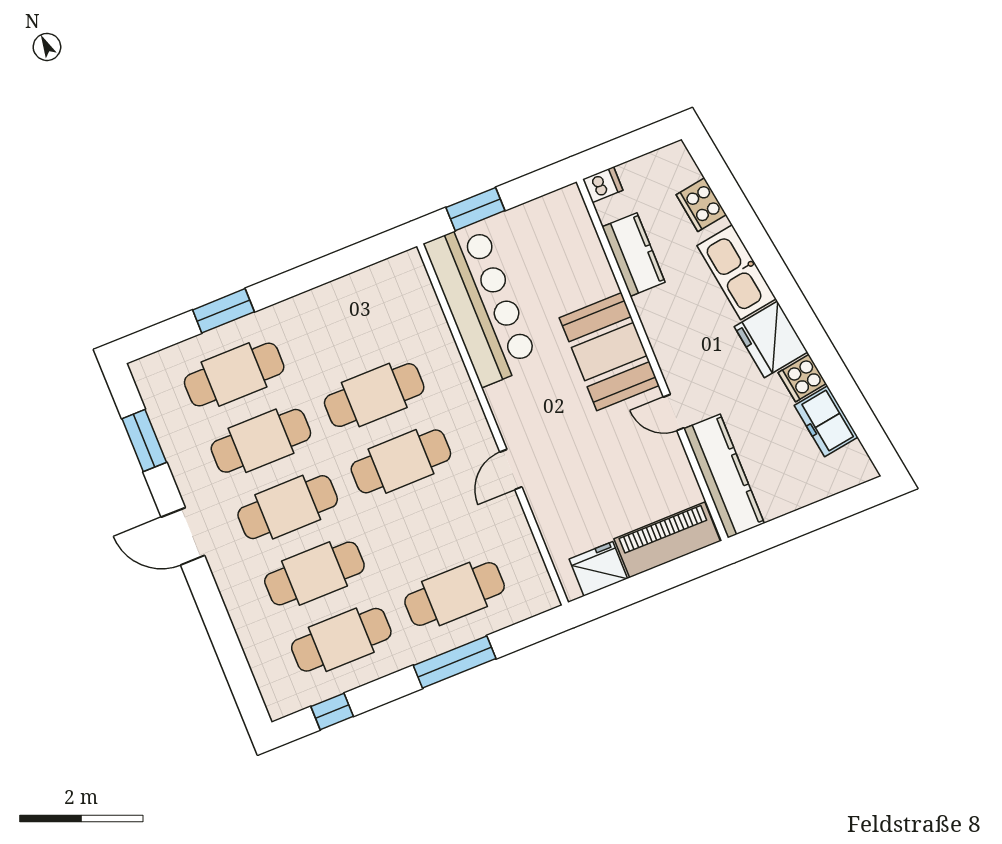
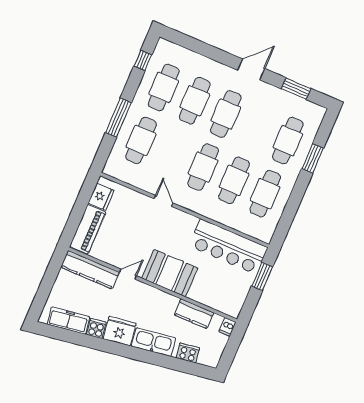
freezer: (826, 421) -> (68, 321), width x1.40
cafe table: (261, 441) -> (265, 194), moved

